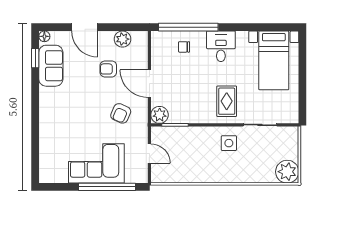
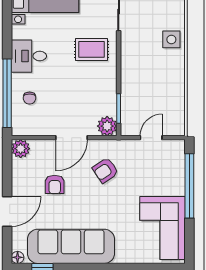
plant: (123, 39) -> (21, 149), moved
sofa: (51, 66) -> (71, 246), width x1.85, depth x1.27
armchair: (121, 113) -> (105, 170), turned 122
side table: (229, 143) -> (171, 39), moved
corner sofa: (96, 163) -> (162, 228), moved

